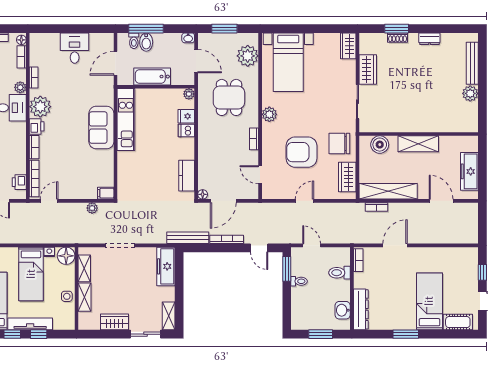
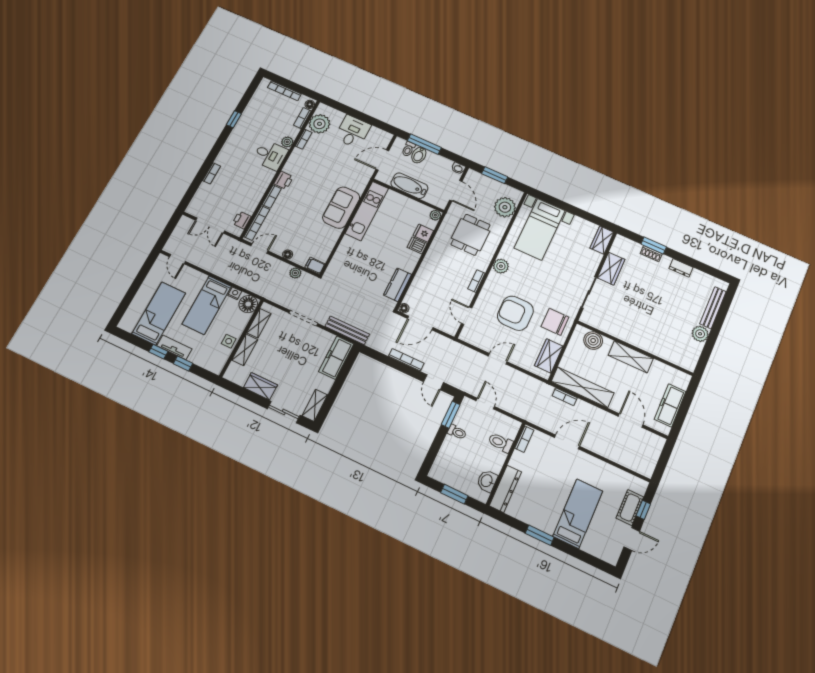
plant: (40, 107) -> (319, 124), moved
floor lamp: (77, 194) -> (288, 254), added
bench: (188, 238) -> (347, 330), moved
cot: (458, 322) -> (630, 507), moved, turned 90
tv unit: (30, 324) -> (174, 347), width x0.71

